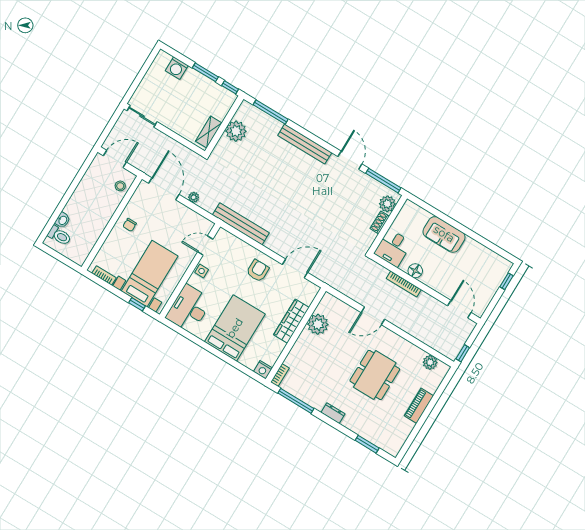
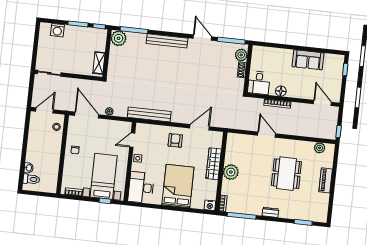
plant: (236, 131) -> (119, 38), moved
sofa: (444, 234) -> (308, 60), moved
door: (373, 316) -> (267, 135), swing flipped
plant: (318, 324) -> (231, 172), moved

